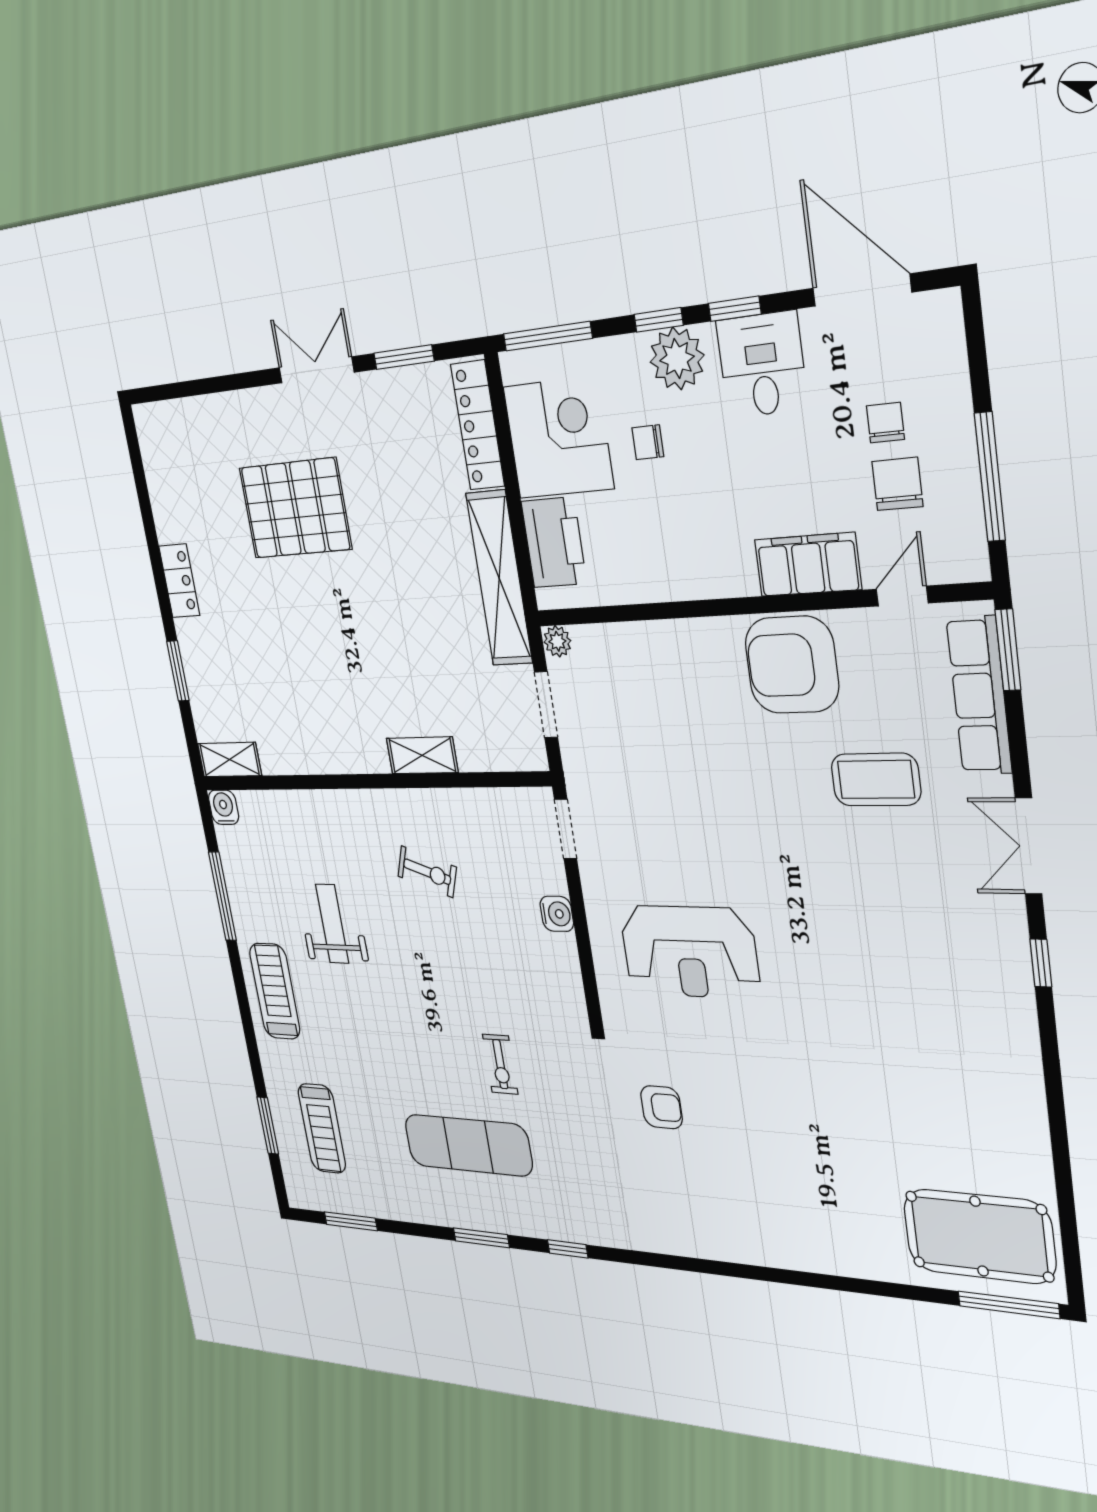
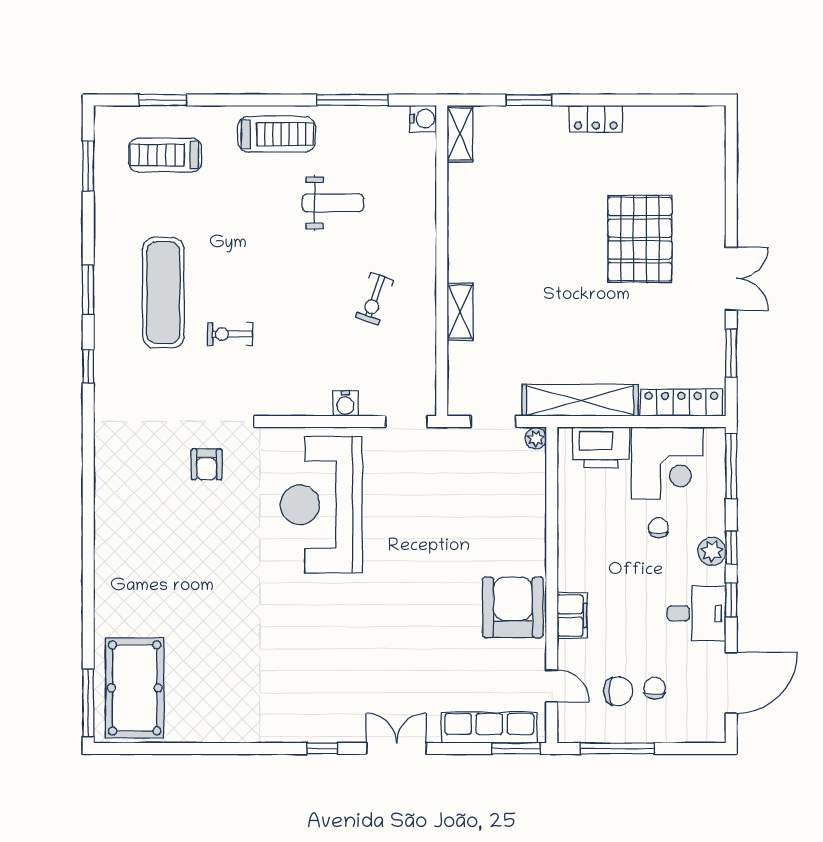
plant: (677, 359) -> (712, 551), width x0.73, depth x0.73
chair: (885, 423) -> (655, 688), turned -90
filing cabinet: (808, 565) -> (572, 615), width x0.67, depth x0.86
coffee table: (876, 780) -> (439, 655), removed
reception desk: (690, 952) -> (321, 505), width x1.36, depth x1.30

